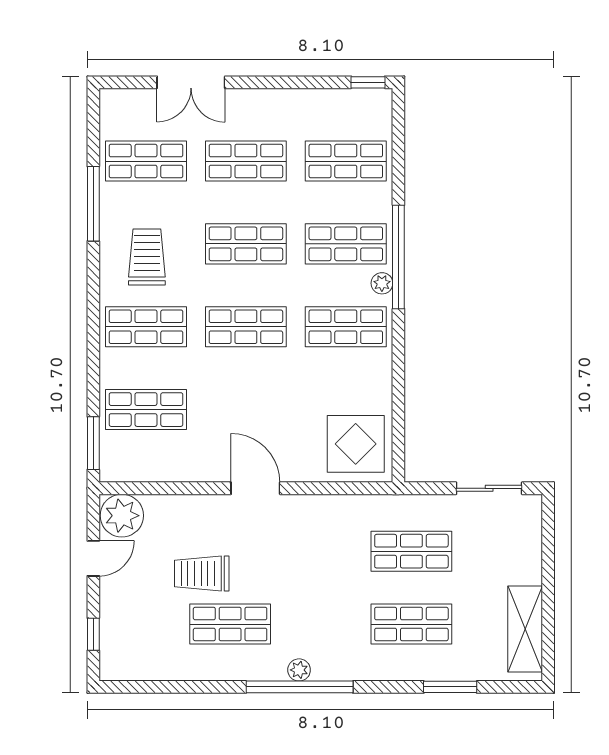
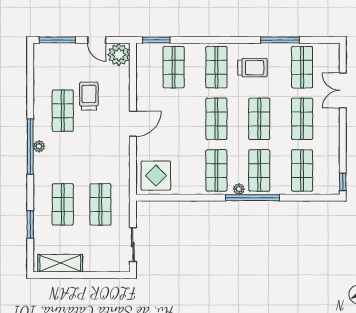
window: (93, 634) -> (57, 40), width x2.17

